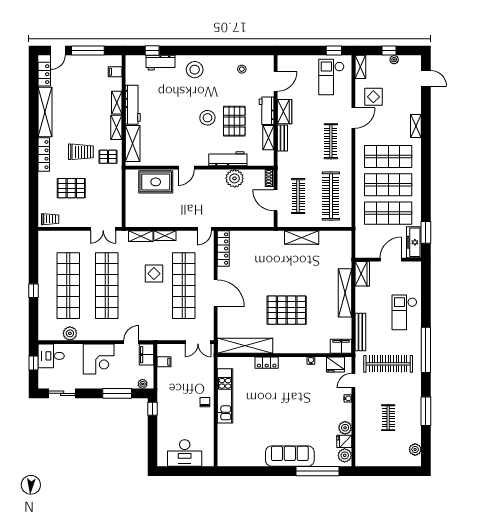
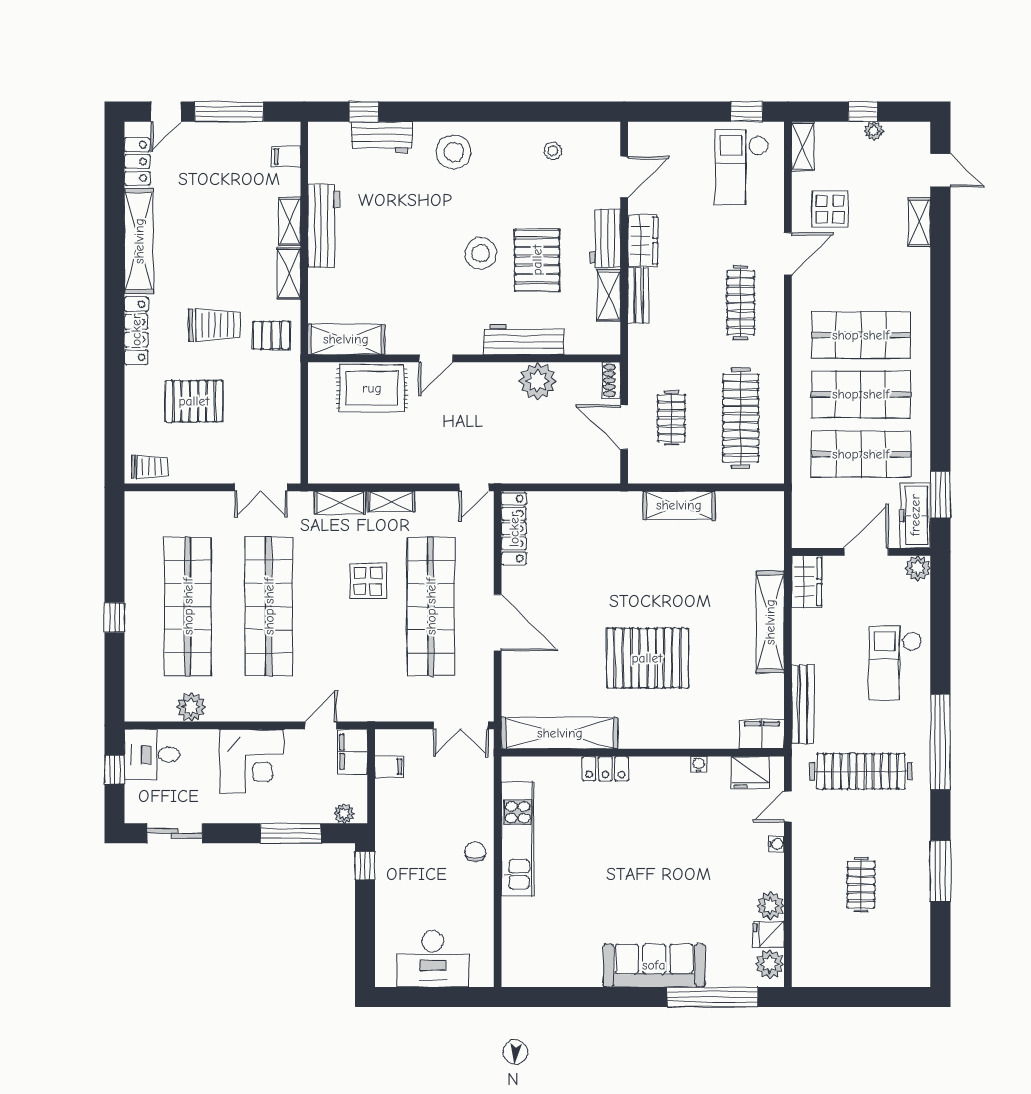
shelving: (416, 126) -> (919, 222), moved
shelving: (133, 143) -> (346, 339), moved, turned 90
clothes rail: (298, 196) -> (671, 418), width x0.73
plant: (415, 449) -> (918, 568), moved

